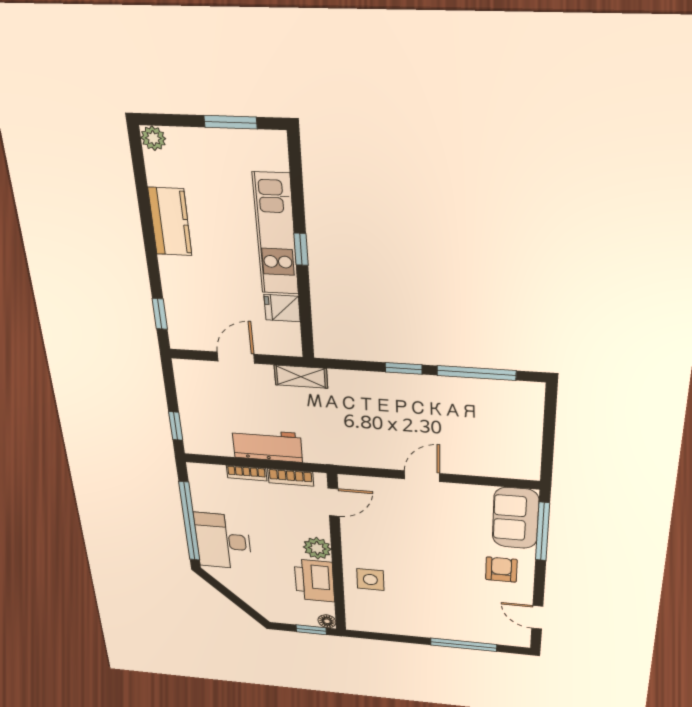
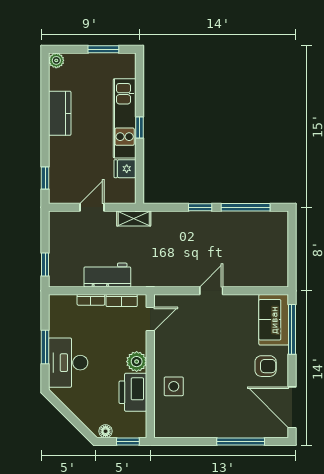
window: (189, 521) -> (45, 347), width x0.47
armchair: (501, 570) -> (266, 366), turned 90
door: (537, 617) -> (292, 407), width x1.88
floor lamp: (327, 621) -> (106, 431), moved

